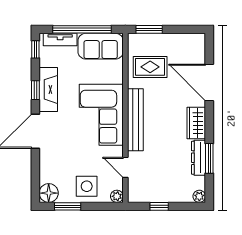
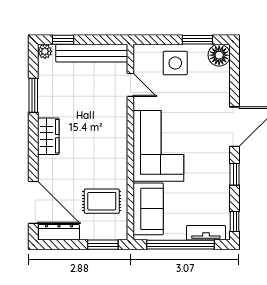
sofa: (101, 46) -> (148, 209), moved, turned 90
door: (209, 82) -> (33, 202), moved
fireplace: (48, 89) -> (220, 175), removed
bench: (135, 120) -> (92, 53), moved, turned 90
dresser: (199, 158) -> (59, 232), moved, turned -90
plant: (117, 196) -> (140, 51), removed
window: (159, 206) -> (63, 40), moved

